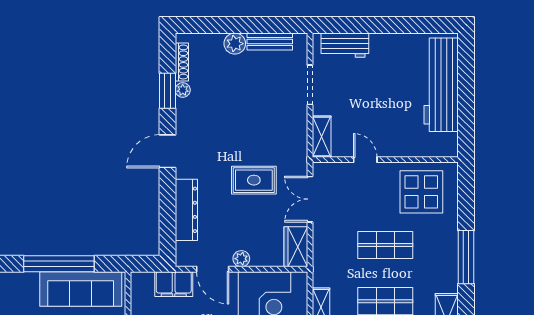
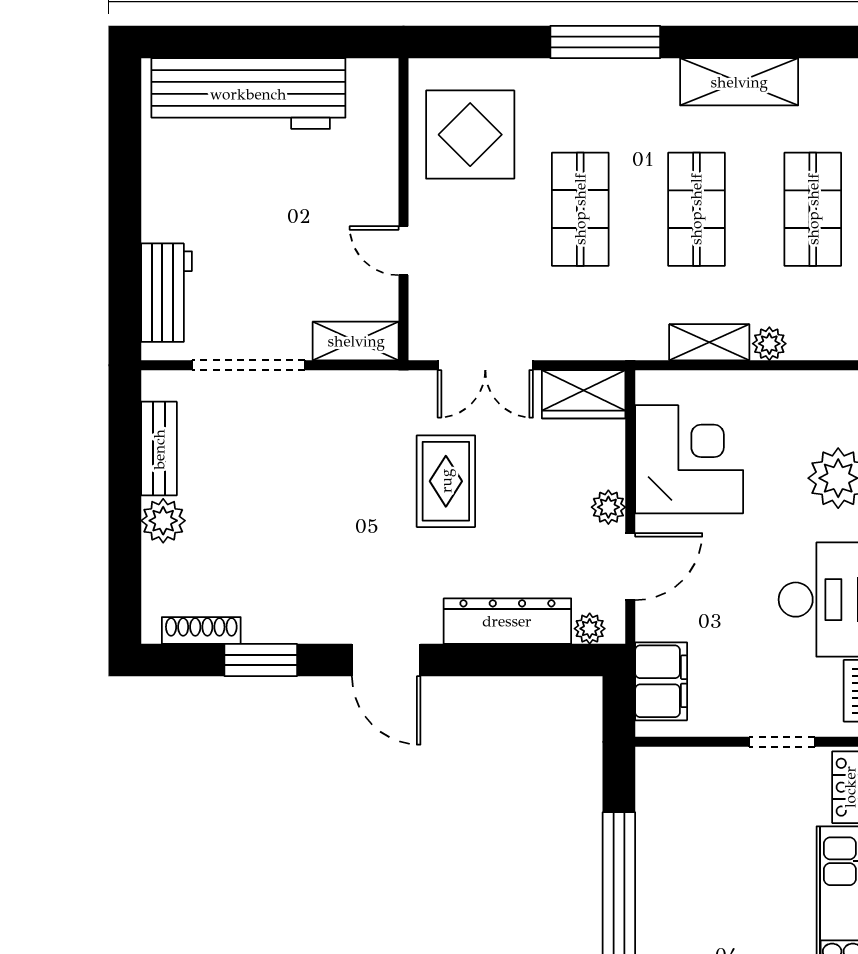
doorway: (310, 85) -> (249, 365), width x1.36
plant: (183, 90) -> (590, 629), moved
door: (365, 160) -> (403, 251), hinge flipped
filing cabinet: (174, 284) -> (661, 681), moved
sofa: (81, 289) -> (671, 840), removed

